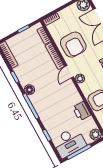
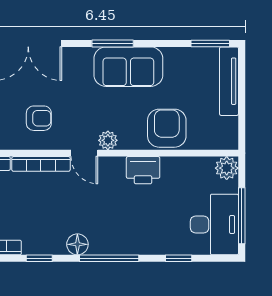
armchair: (73, 45) -> (39, 118), width x0.53, depth x0.53
printer: (82, 111) -> (143, 170), moved

